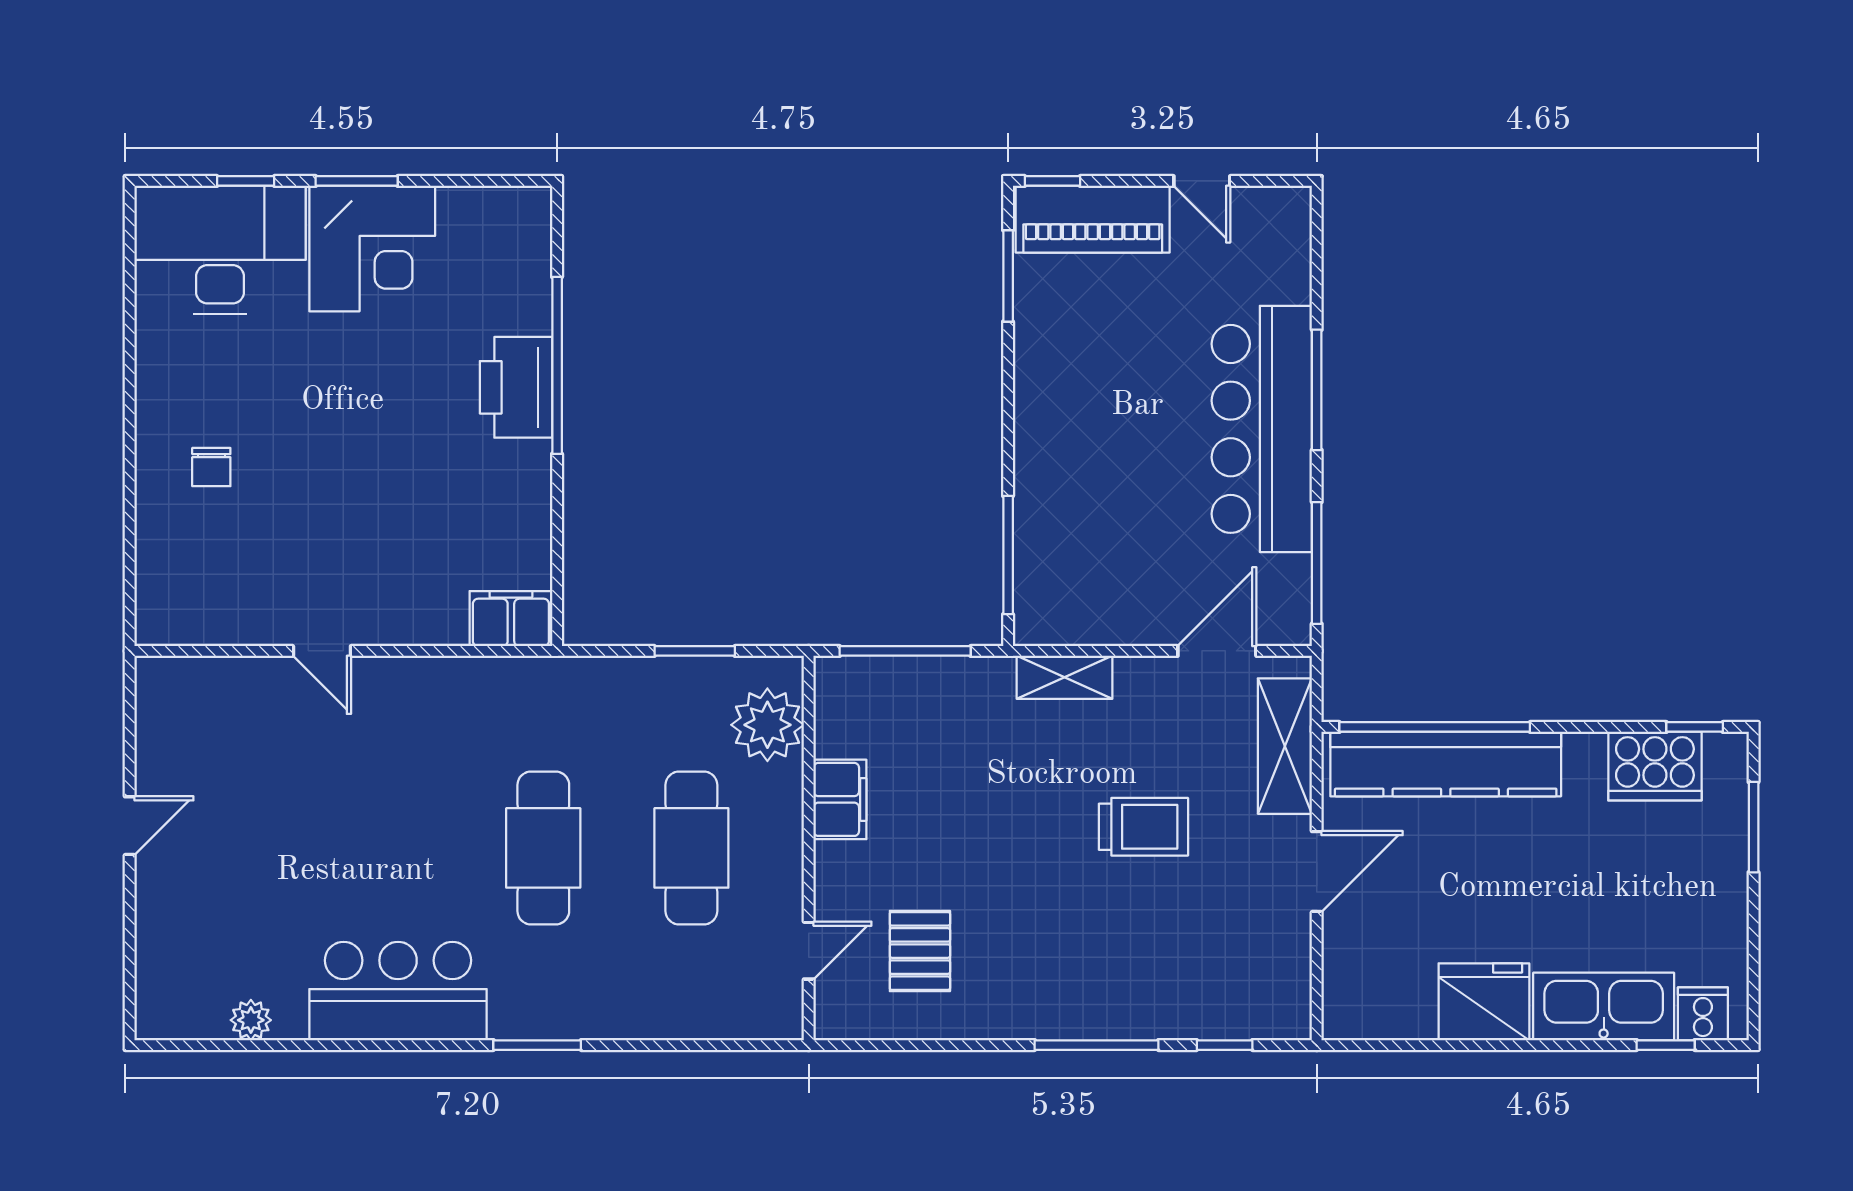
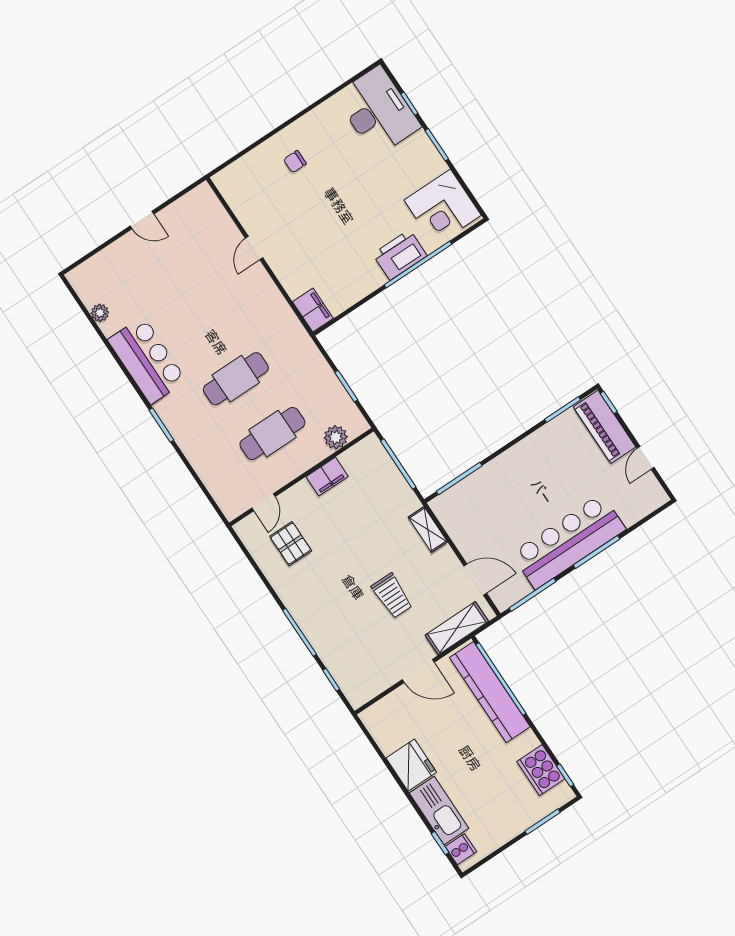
corner desk: (372, 248) -> (443, 208), moved
plant: (767, 725) -> (336, 437), width x0.73, depth x0.73
door: (809, 951) -> (263, 502), hinge flipped
pallet: (920, 951) -> (291, 544), turned 90

